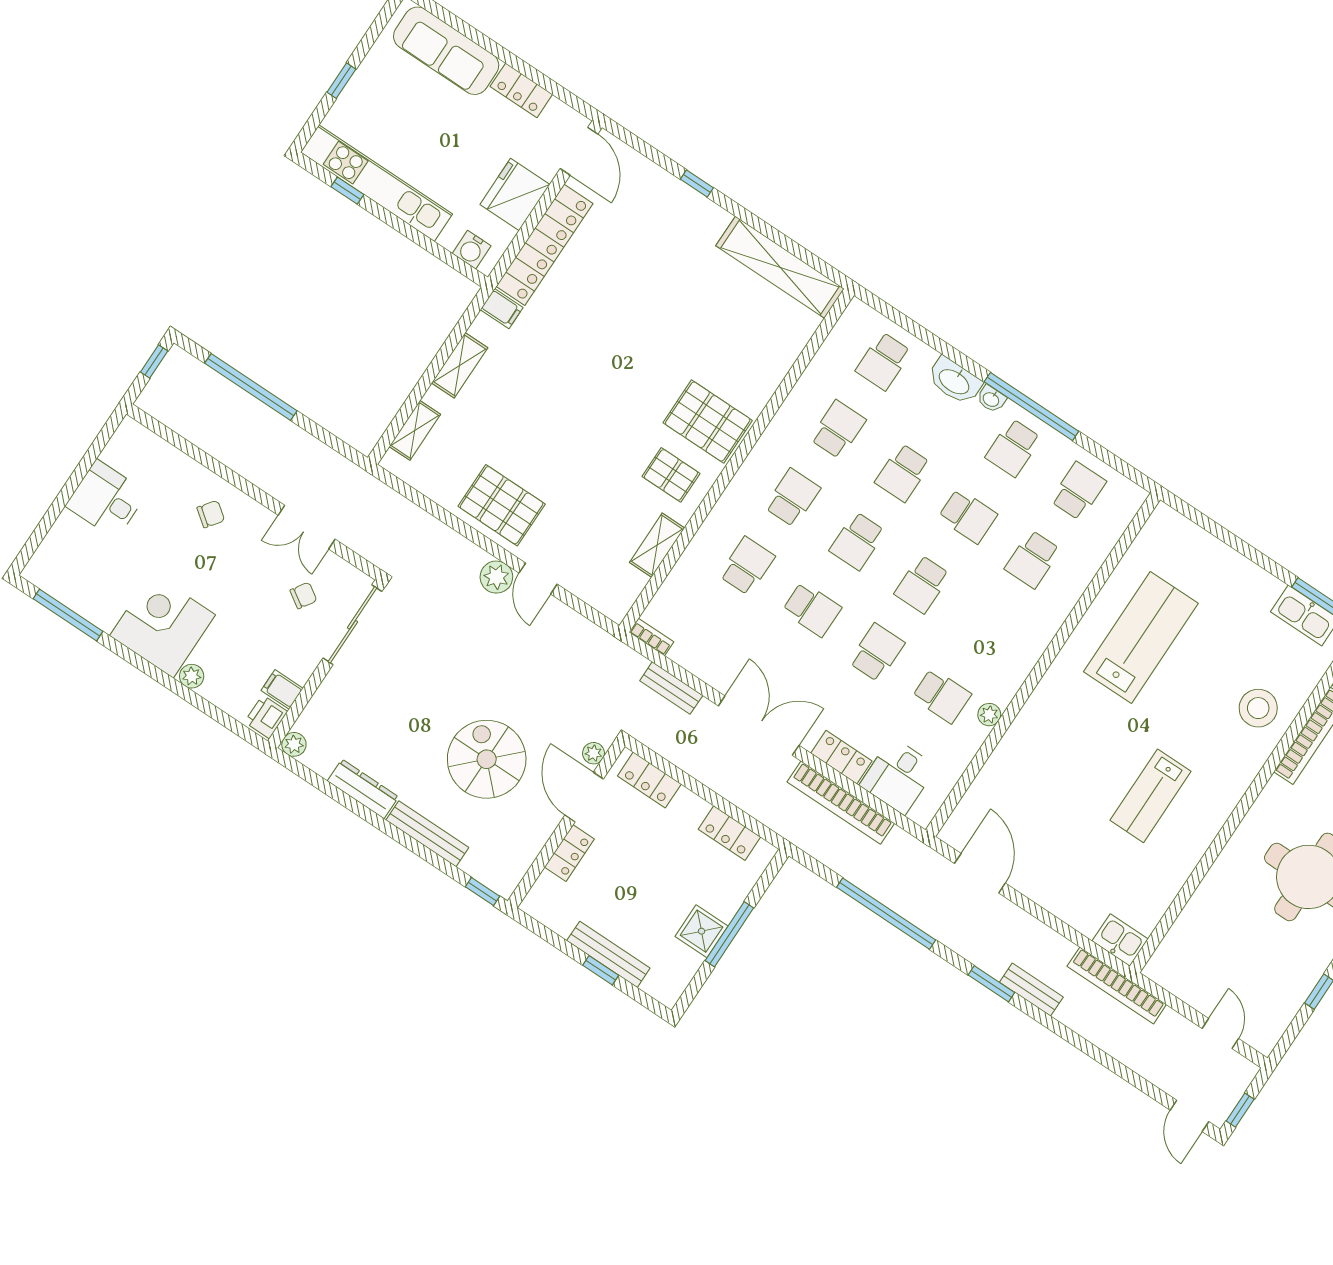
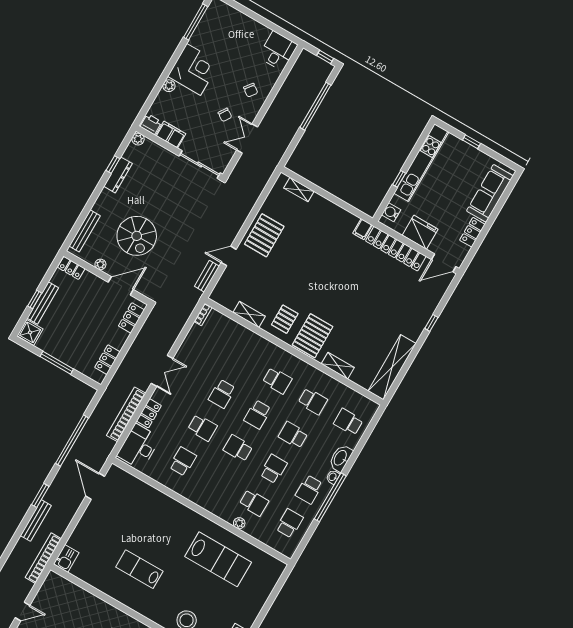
window: (347, 191) -> (399, 179), moved
shelving: (460, 365) -> (338, 366), moved
school desk: (1013, 448) -> (309, 490), turned -90
school desk: (1078, 491) -> (289, 523), turned -90
desk: (106, 499) -> (278, 51), moved
school desk: (968, 516) -> (273, 469), turned 180
school desk: (857, 541) -> (258, 414), turned -90
school desk: (1033, 559) -> (254, 503), turned 180
school desk: (747, 566) -> (242, 360), removed
plant: (496, 577) -> (228, 235), removed
chair: (303, 595) -> (225, 115), moved
bench: (671, 688) -> (207, 276), moved
filing cabinet: (282, 689) -> (171, 135), width x2.00
school desk: (942, 696) -> (183, 461), turned 180
plant: (989, 715) -> (239, 523), moved
double door: (759, 726) -> (162, 371), width x0.73
plant: (594, 753) -> (100, 264), moved
spiral stairs: (487, 759) -> (137, 236), turned 90
desk: (898, 776) -> (139, 447), width x1.37
bench: (427, 834) -> (85, 231), moved
locker: (569, 853) -> (71, 268), moved
door: (980, 873) -> (95, 486), swing flipped
window: (482, 891) -> (113, 165), moved
shower: (701, 931) -> (30, 332), moved
bench: (1031, 990) -> (36, 520), width x1.36

